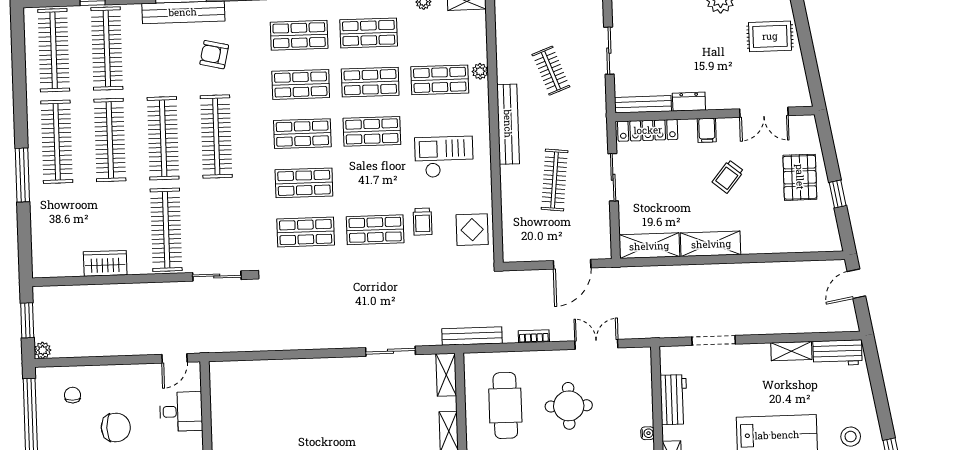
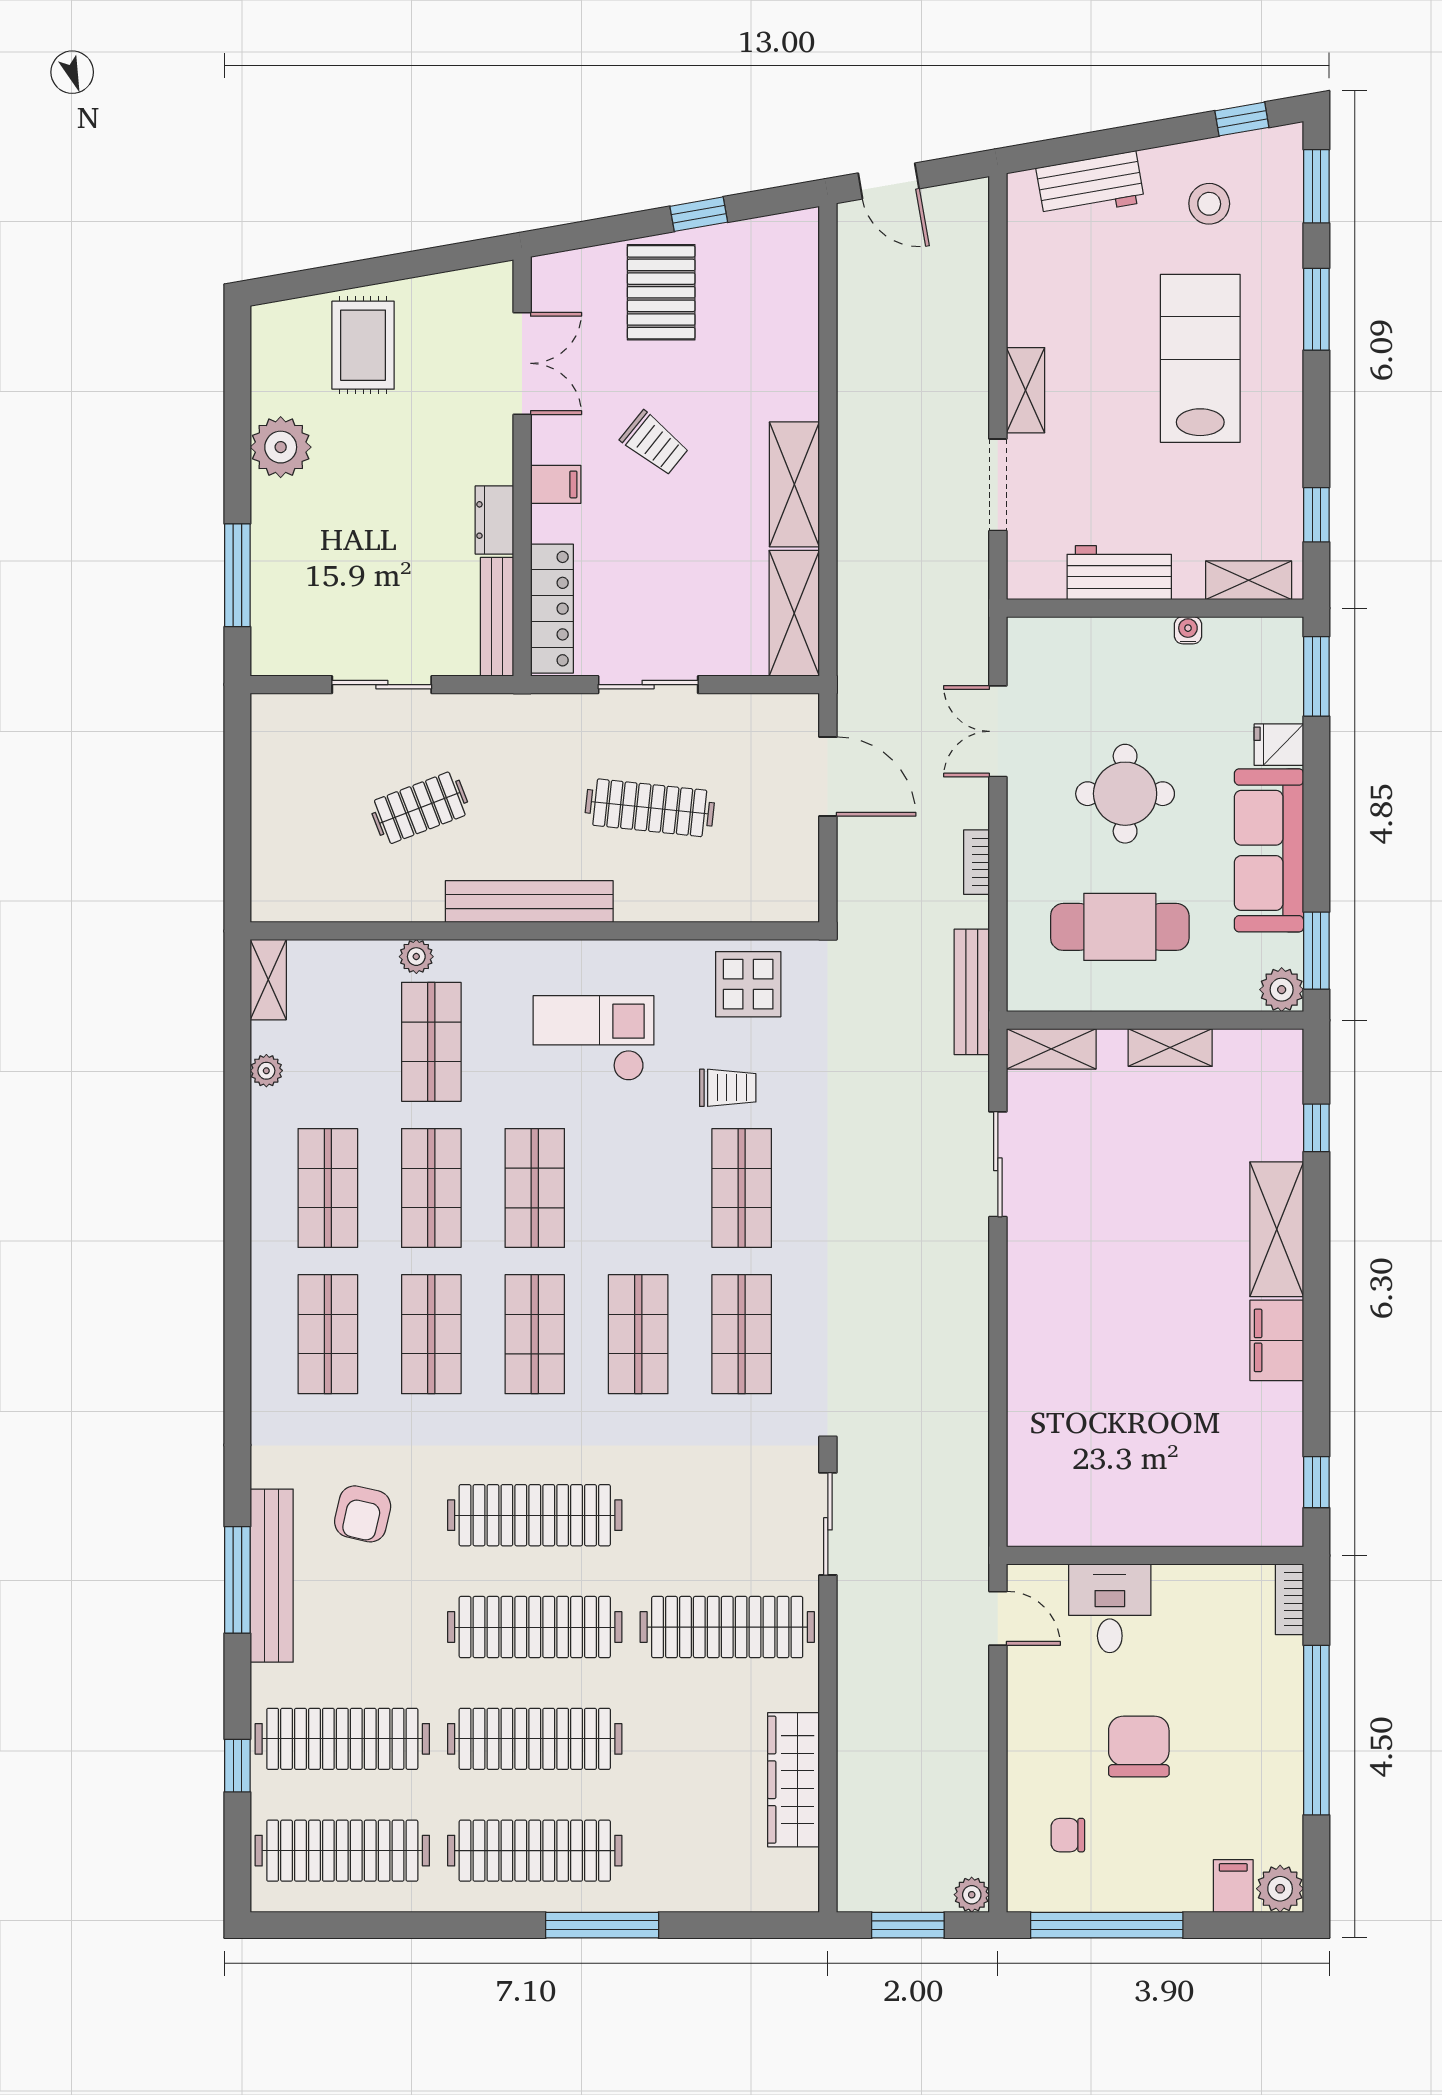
checkout: (444, 157) -> (593, 1038), turned 90
pallet: (800, 177) -> (661, 292), turned 90
wardrobe: (105, 263) -> (793, 1780), width x1.50
shelving: (791, 351) -> (1025, 390), moved
workbench: (838, 353) -> (1090, 185), moved, turned 80

